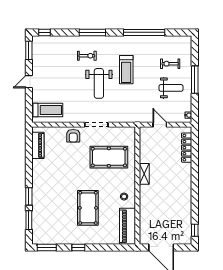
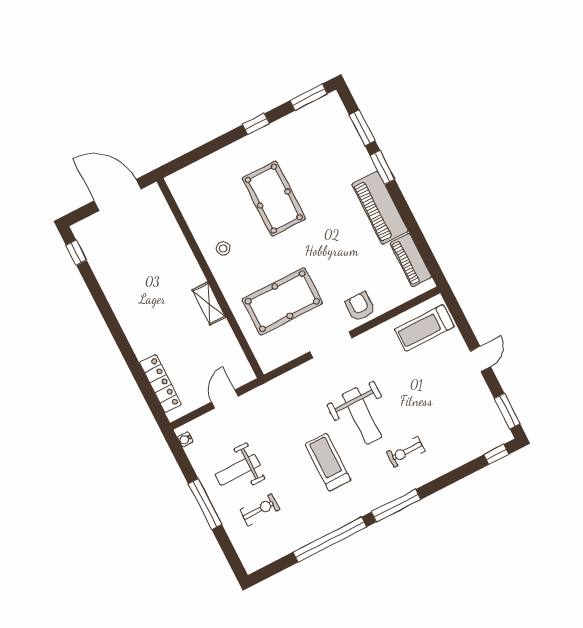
window: (92, 32) -> (396, 506), moved
weight bench: (99, 83) -> (362, 416), turned 180
door: (160, 125) -> (225, 399), swing flipped
piano: (127, 226) -> (380, 208), moved, turned 180

